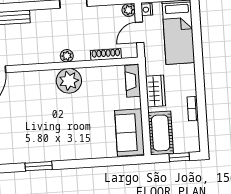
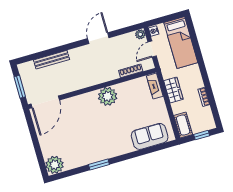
plant: (67, 56) -> (102, 78), removed
sofa: (130, 133) -> (150, 136), moved, turned 90
cot: (161, 133) -> (183, 125), width x0.73, depth x0.75

